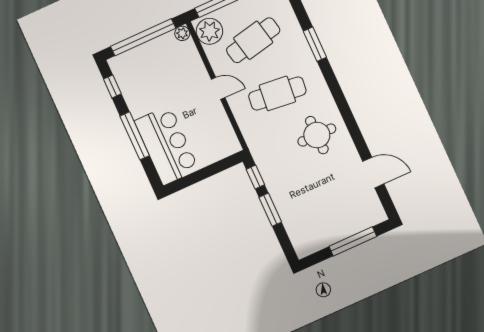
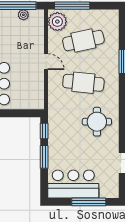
plant: (182, 33) -> (23, 15), moved
bar counter: (323, 228) -> (73, 184), added

